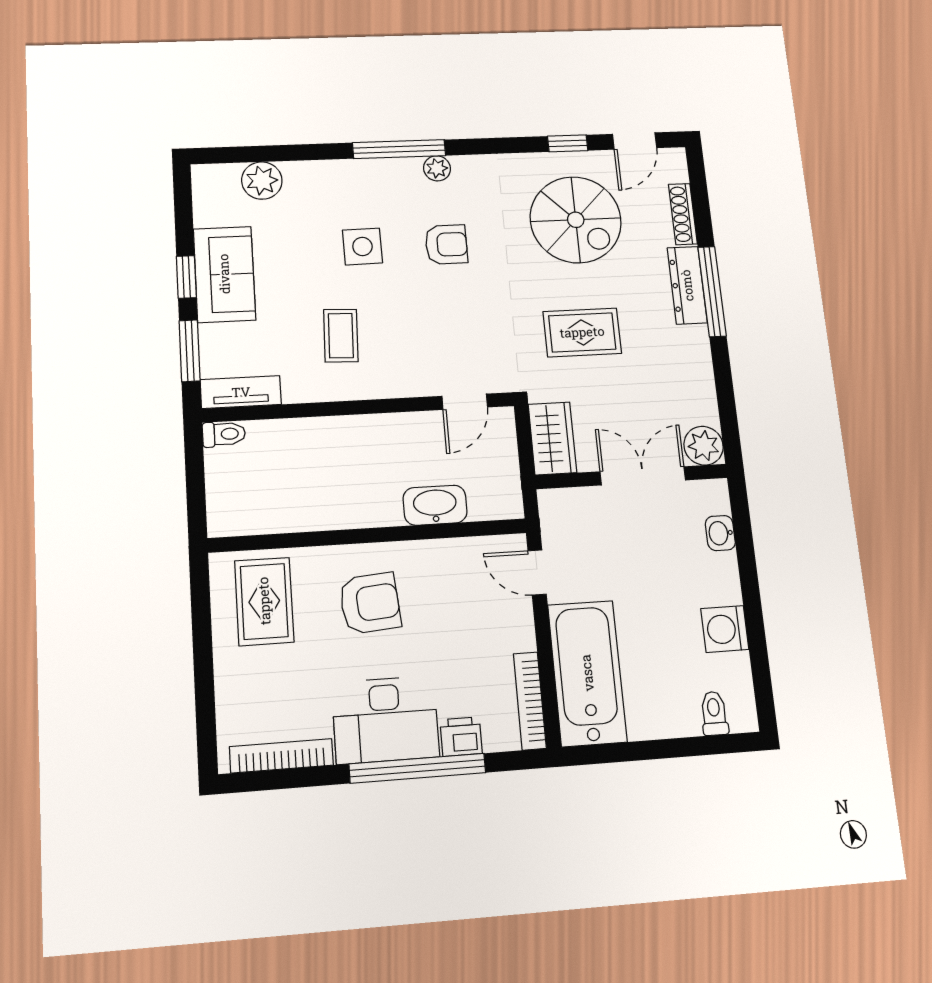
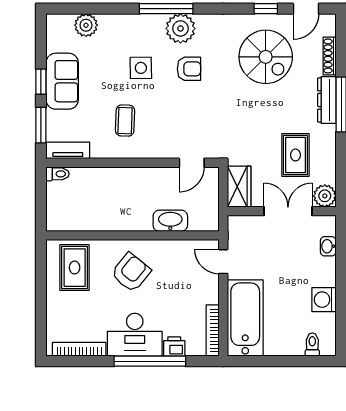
plant: (437, 168) -> (180, 28), width x1.88, depth x1.88
rug: (582, 332) -> (295, 155), moved, turned 90
armchair: (370, 603) -> (131, 272), turned -46

